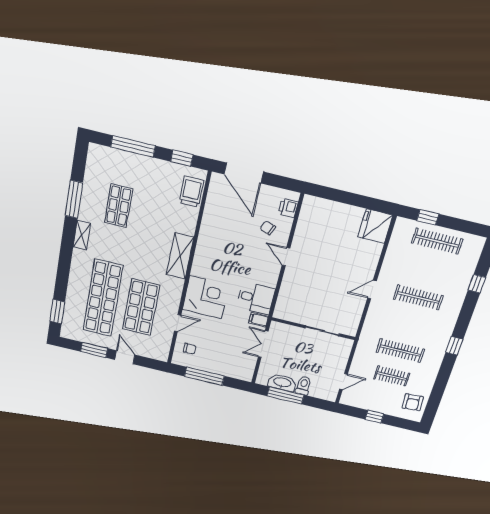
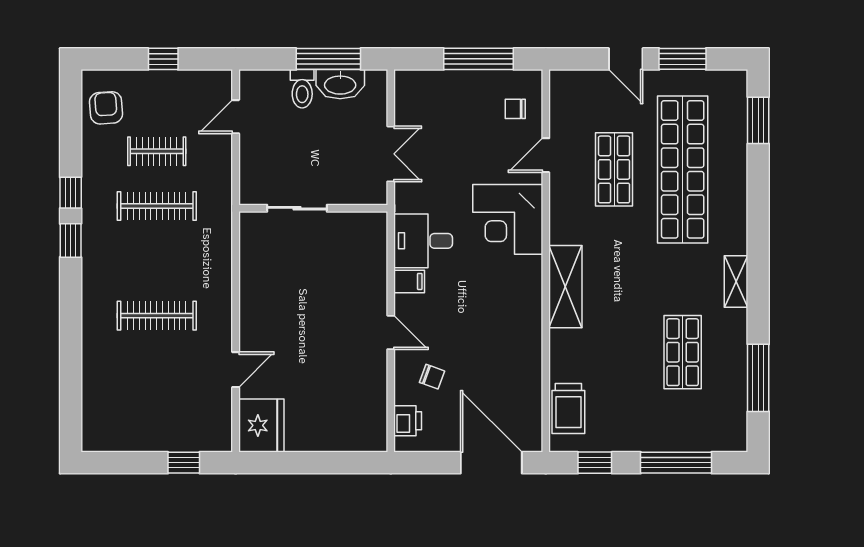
window: (74, 199) -> (758, 378), moved
clothes rail: (437, 241) -> (157, 425), removed
window: (477, 284) -> (71, 193), moved
door: (372, 289) -> (236, 370), moved
shop shelf: (141, 307) -> (614, 169), width x0.70, depth x0.74
filing cabinet: (259, 320) -> (409, 281), moved

